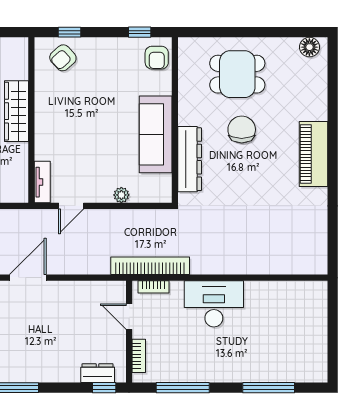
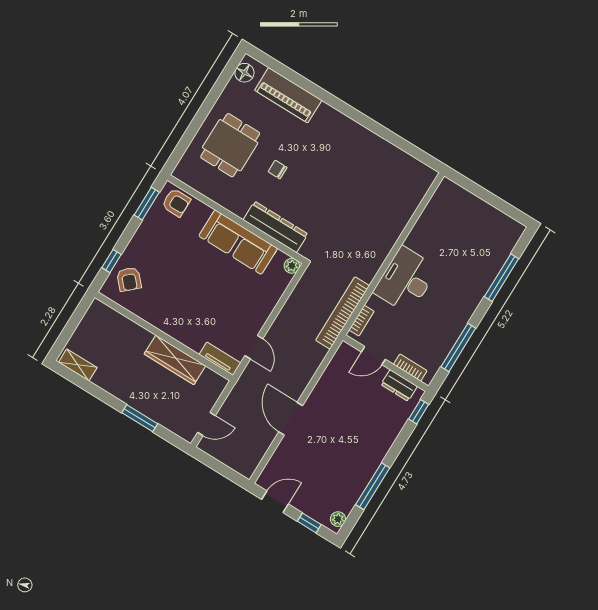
window: (140, 32) -> (147, 204), width x1.50
wardrobe: (16, 111) -> (175, 360), moved
chair: (242, 130) -> (278, 170), width x0.54, depth x0.54
piano: (314, 154) -> (288, 95), moved
plant: (121, 195) -> (292, 266), moved
dresser: (98, 373) -> (399, 385), moved, turned -90

